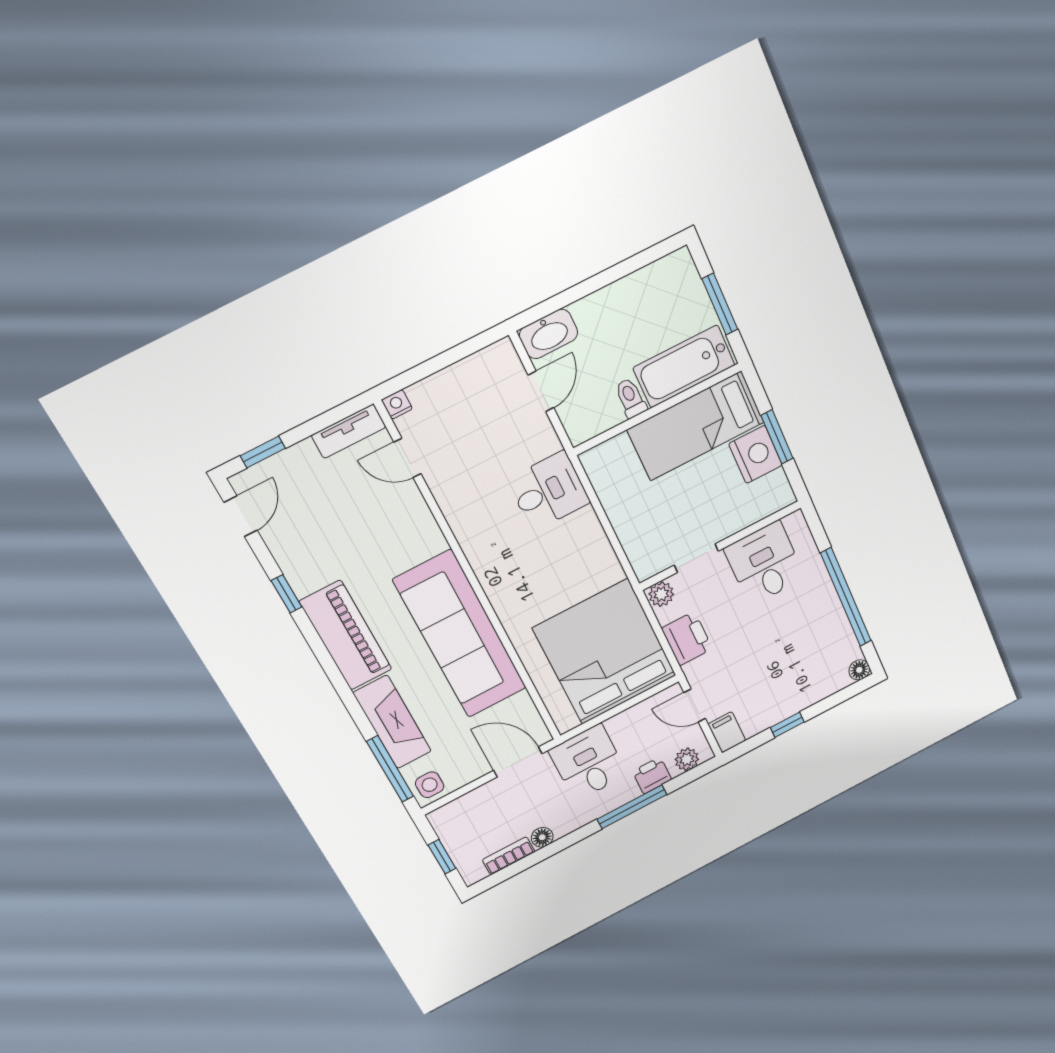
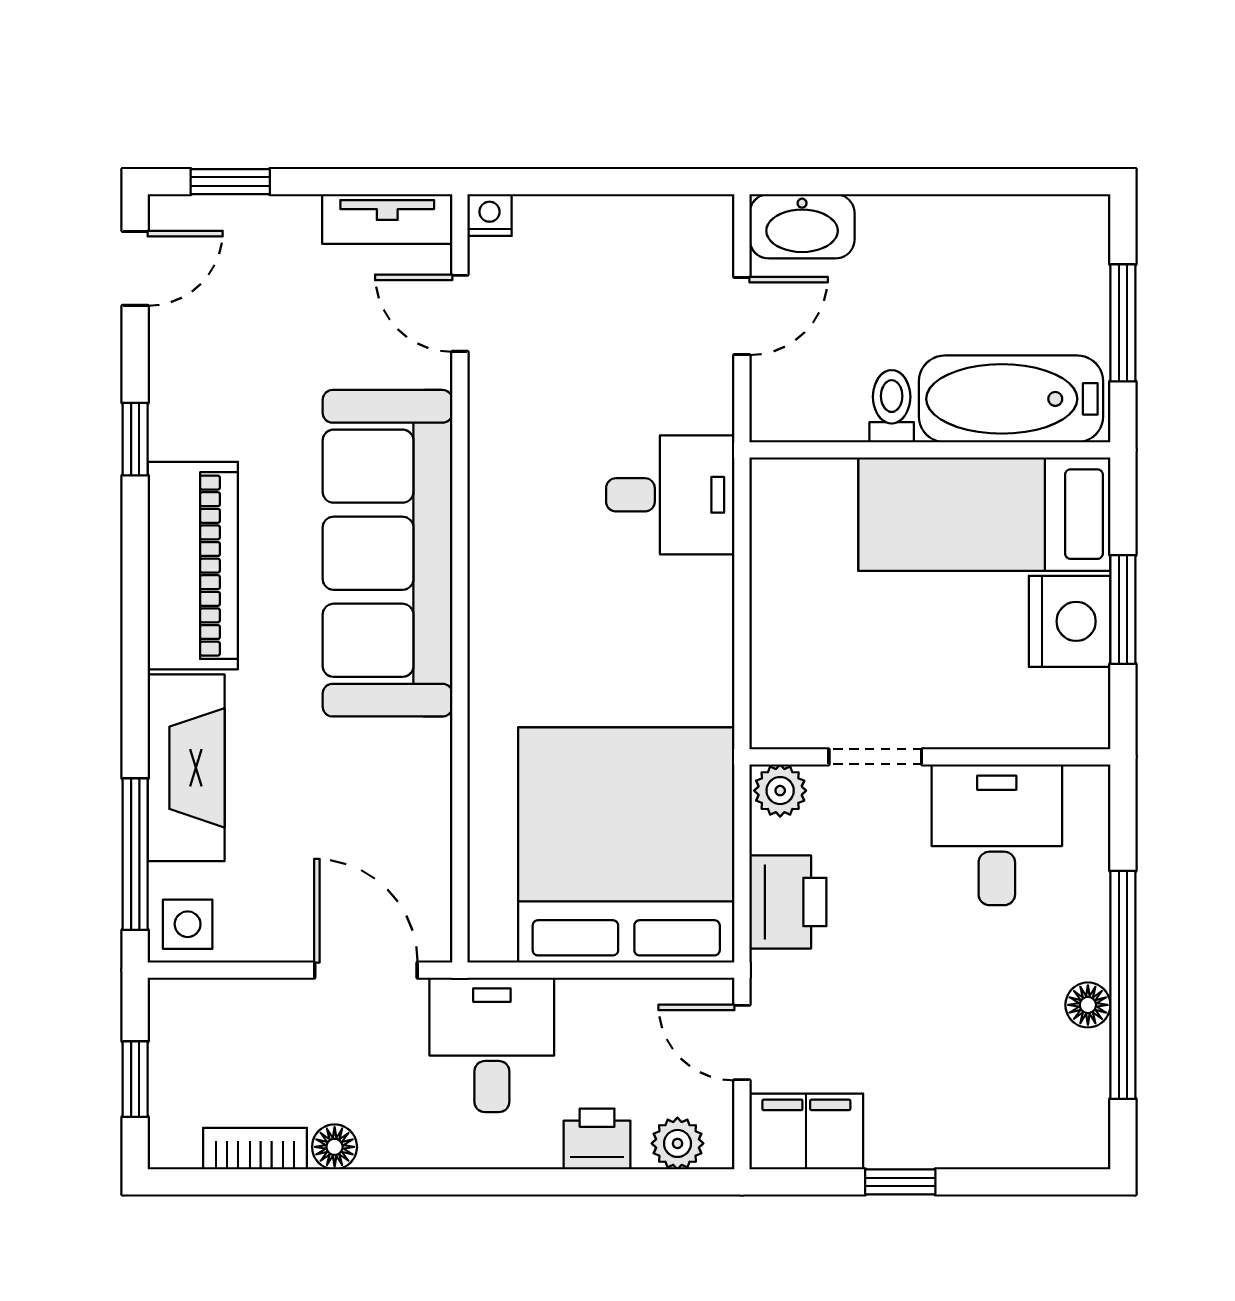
sofa: (460, 634) -> (388, 553), moved
floor lamp: (859, 670) -> (1088, 1005), moved
filing cabinet: (727, 732) -> (806, 1131), width x2.00
window: (632, 807) -> (530, 1182), removed

